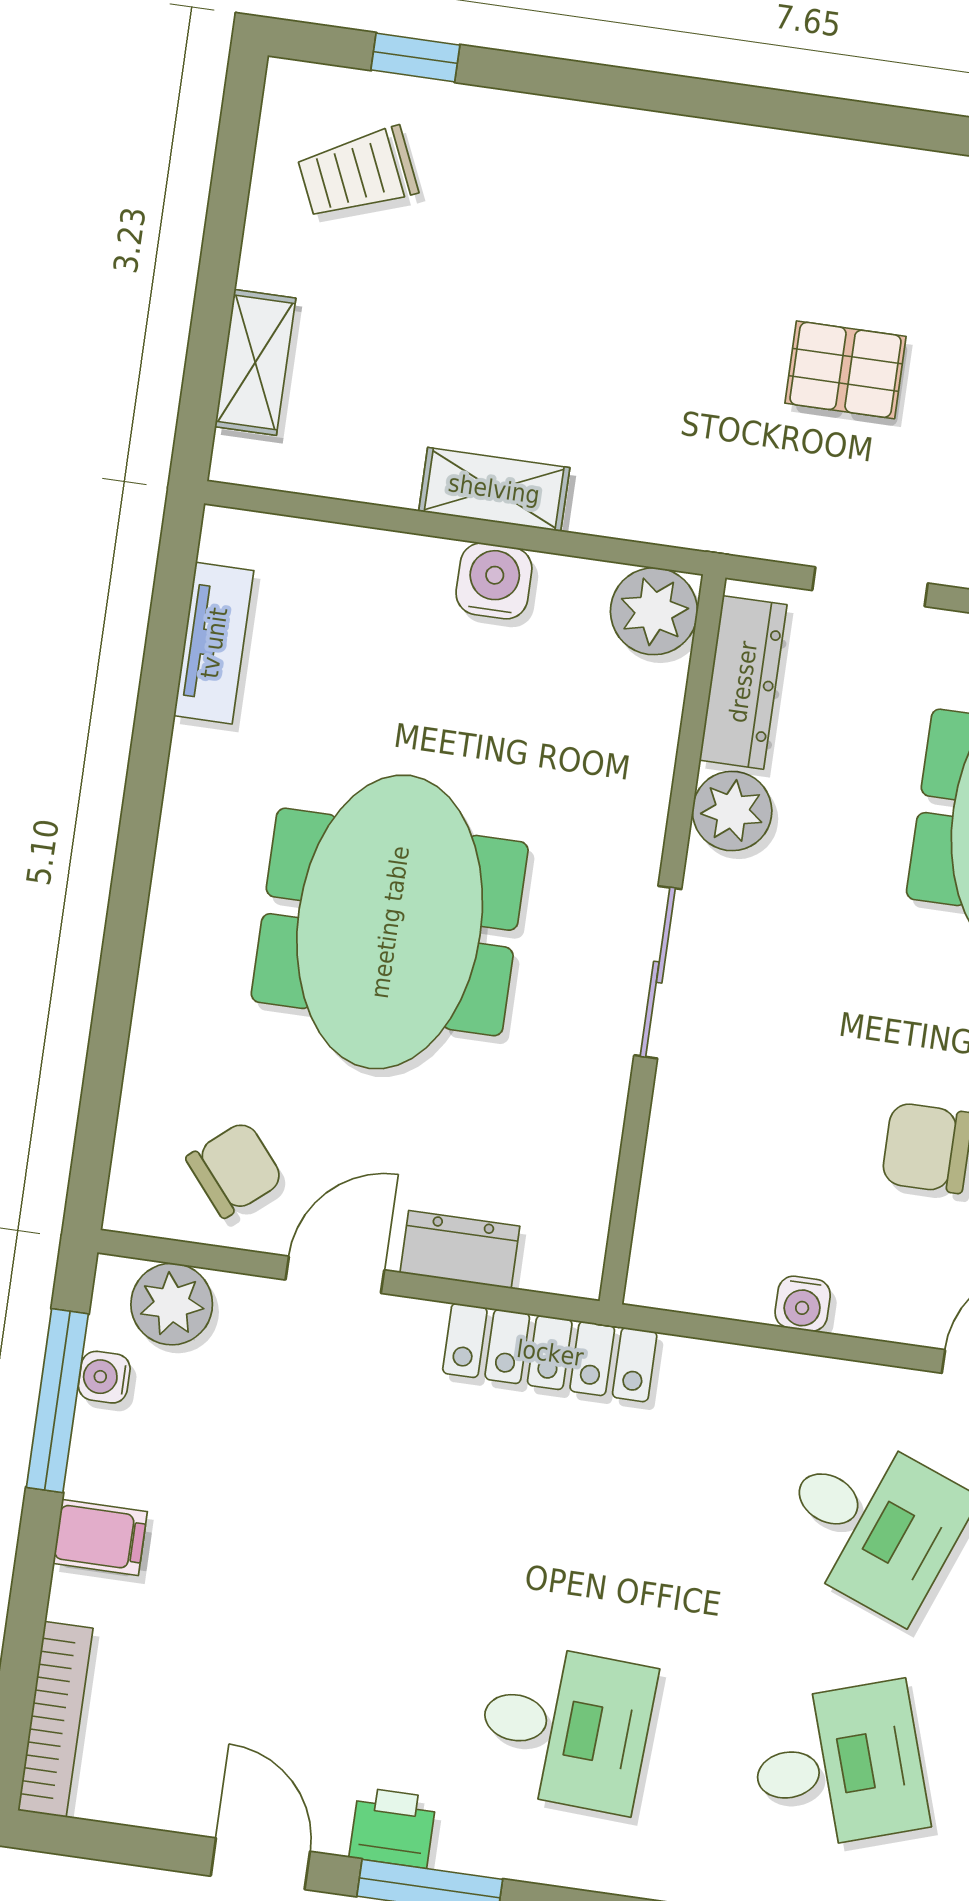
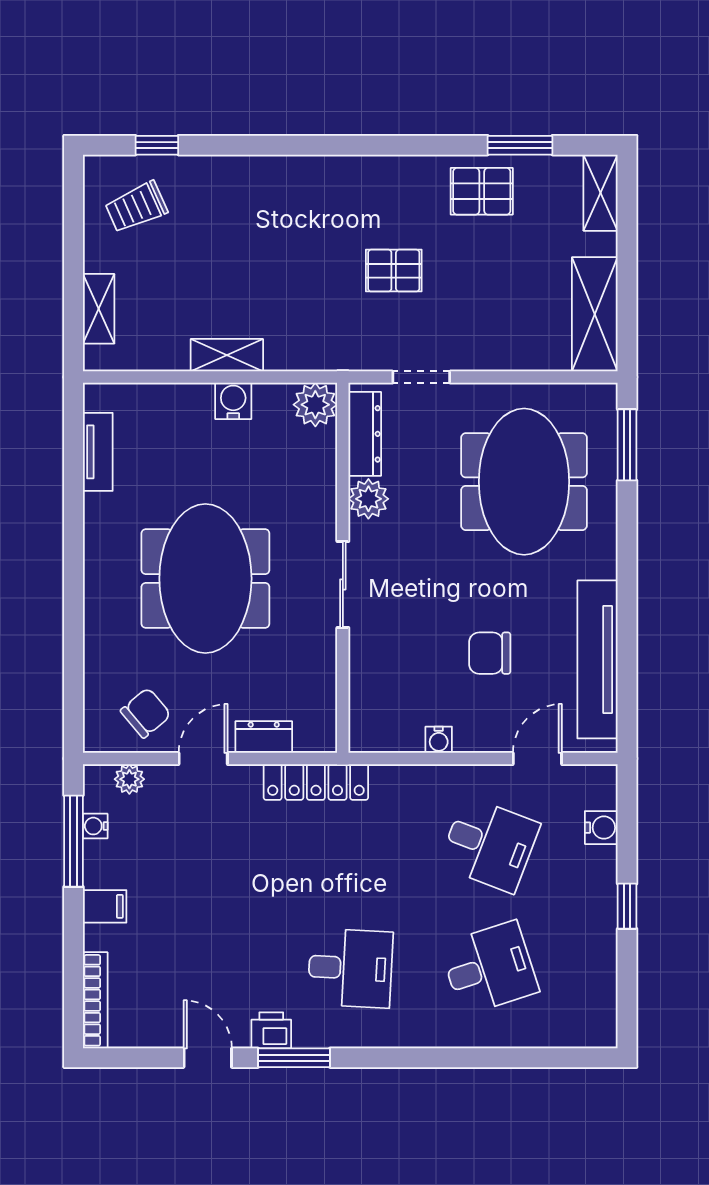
plant: (172, 1304) -> (129, 779), width x0.73, depth x0.73

